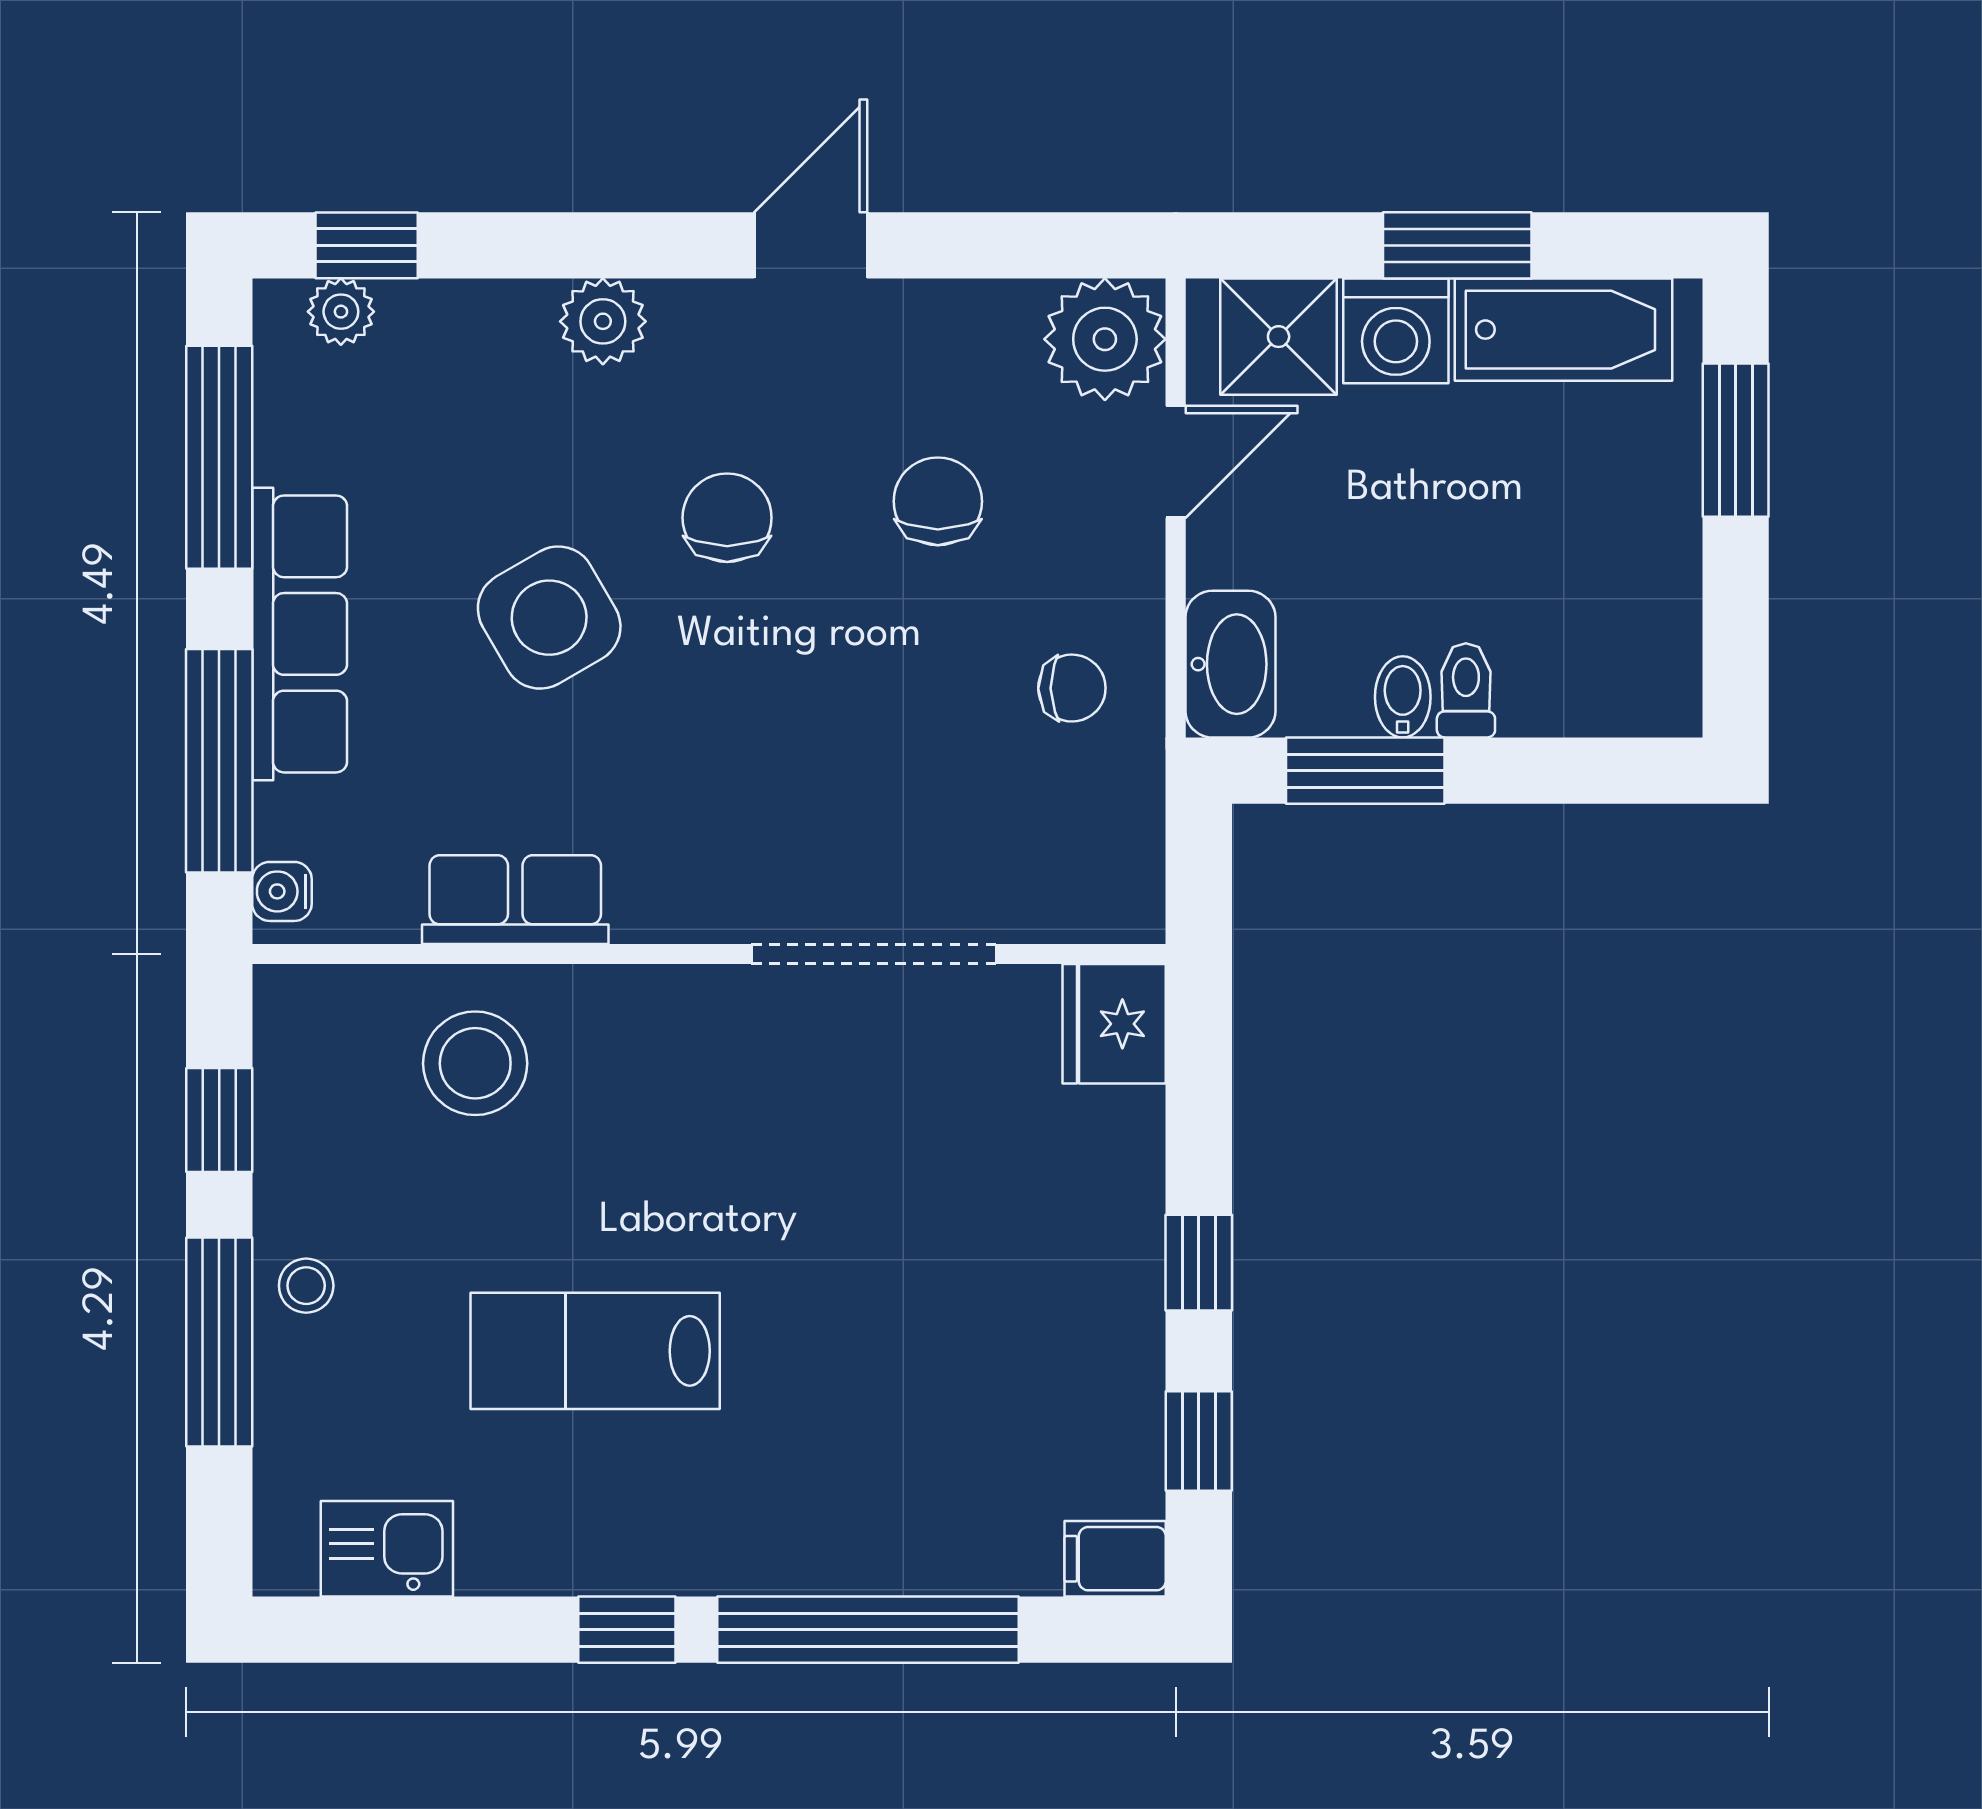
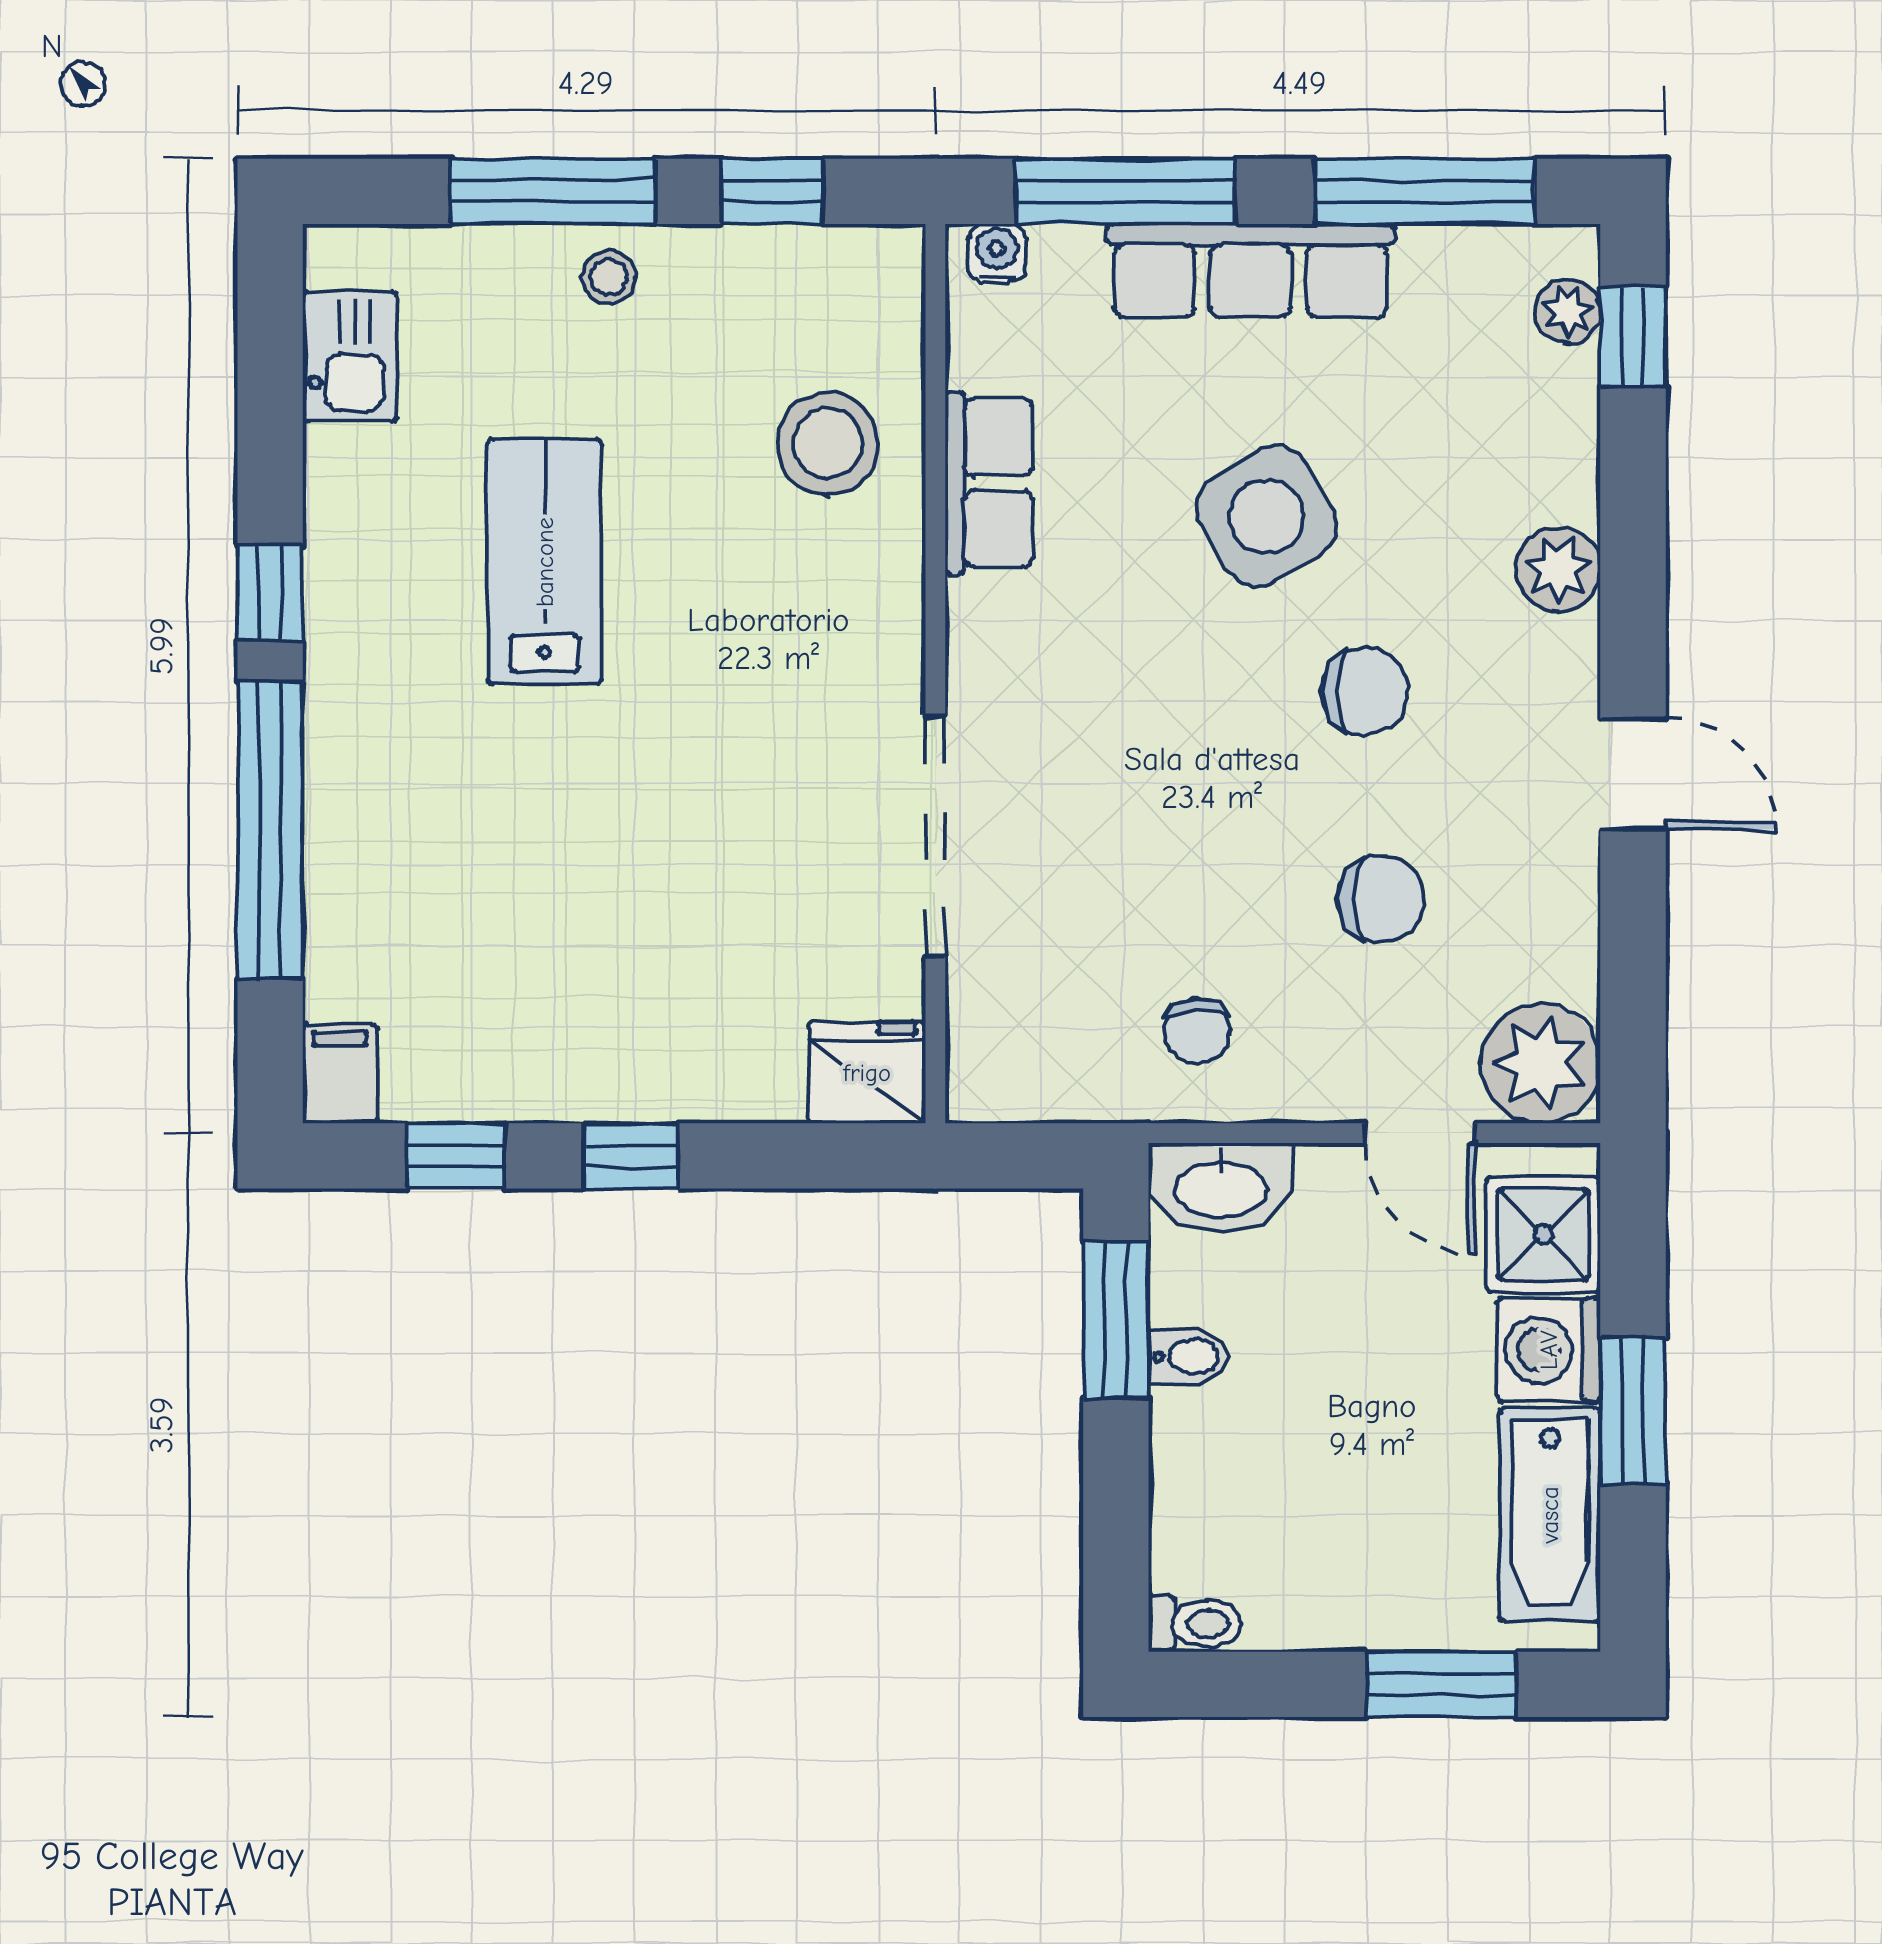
toilet: (1466, 690) -> (1195, 1623), moved

